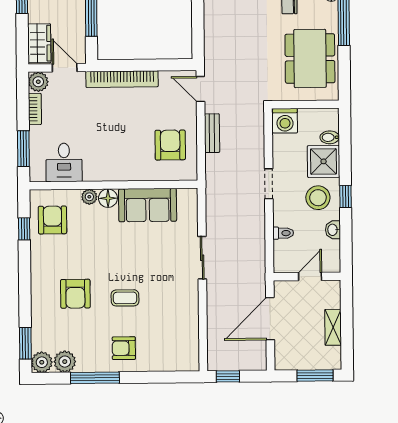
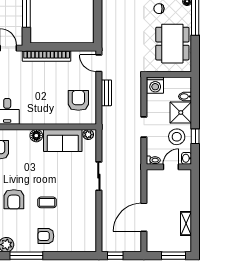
plant: (89, 197) -> (88, 135), moved
door: (310, 276) -> (171, 167), moved
wall: (307, 277) -> (169, 167), moved

